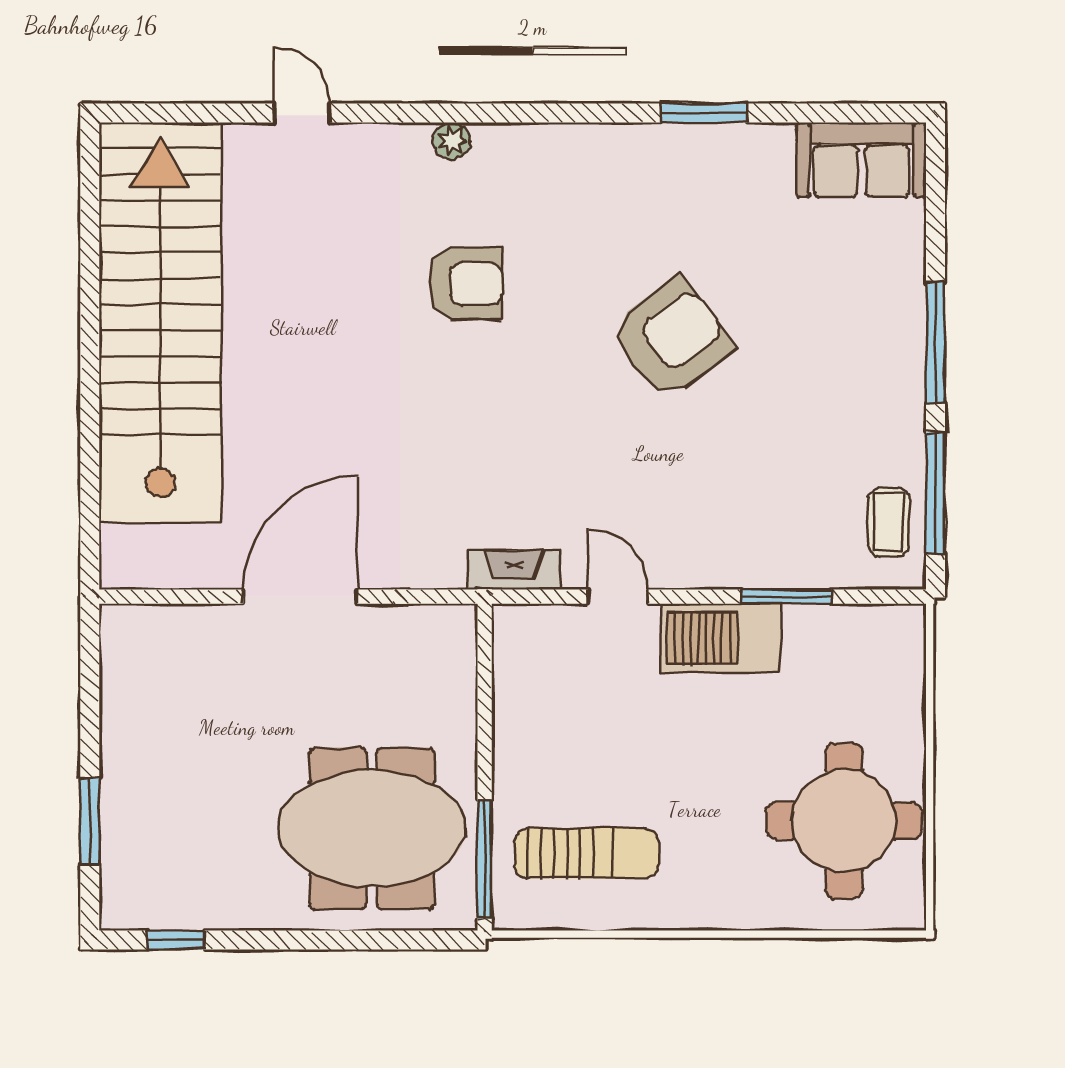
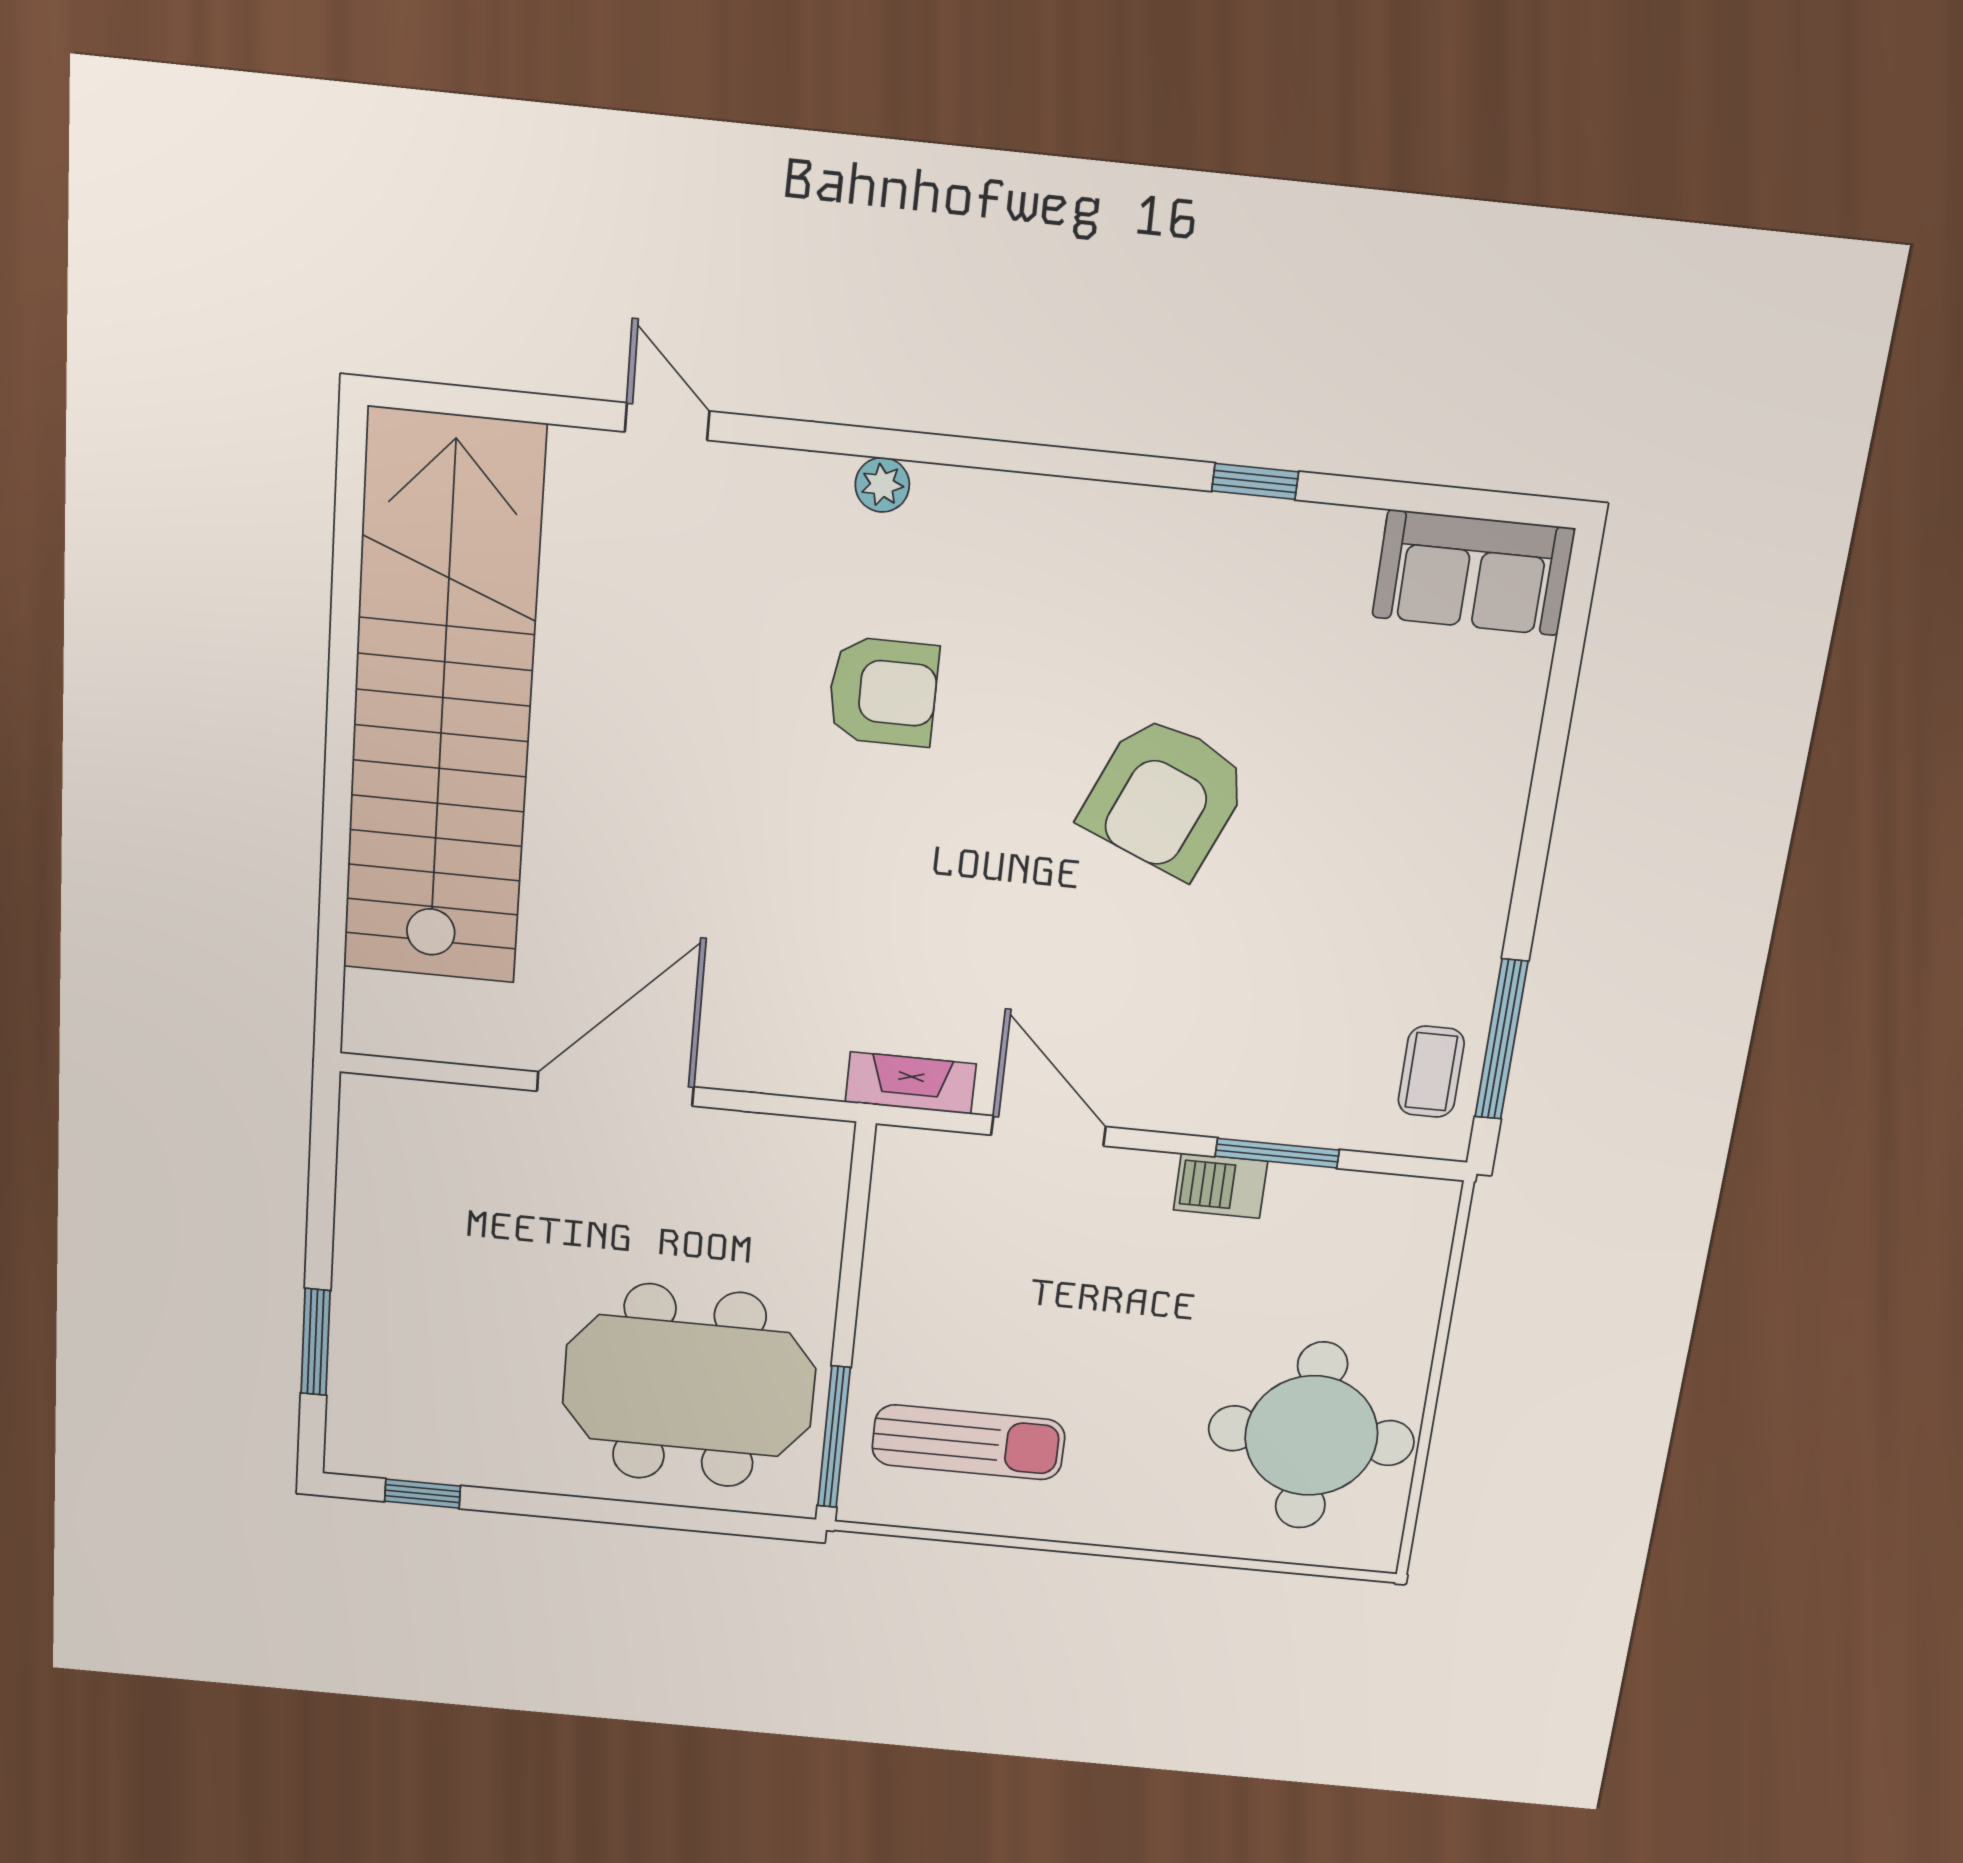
window: (704, 113) -> (1255, 481), width x0.67
armchair: (671, 338) -> (1165, 797), turned 150
window: (935, 343) -> (1536, 840), removed
door: (618, 597) -> (1048, 1131), width x1.38
barbecue: (720, 638) -> (1220, 1186), width x0.53, depth x0.65

